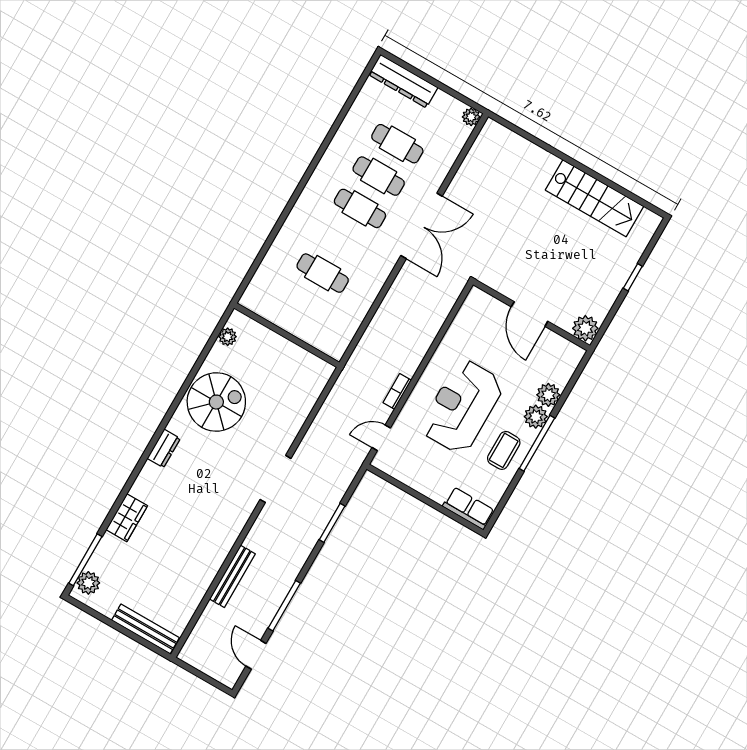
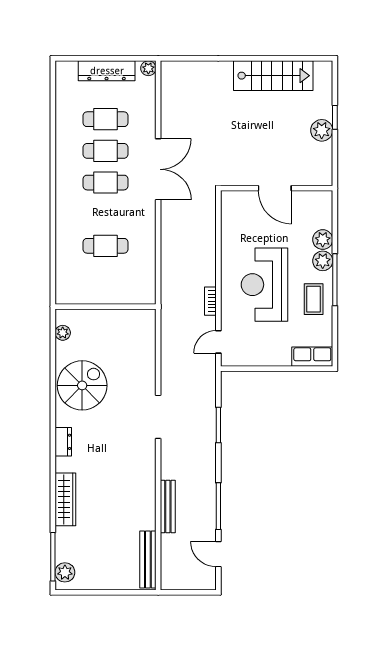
dresser: (403, 81) -> (107, 71), moved
plant: (585, 328) -> (322, 130), moved
wardrobe: (127, 518) -> (65, 499), width x1.50
bench: (145, 629) -> (148, 560), moved, turned 90

